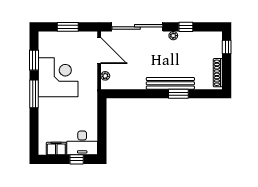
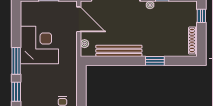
window: (34, 60) -> (16, 92), moved
bench: (170, 83) -> (119, 51), moved

